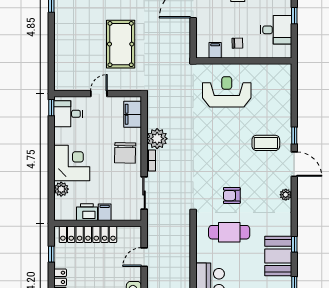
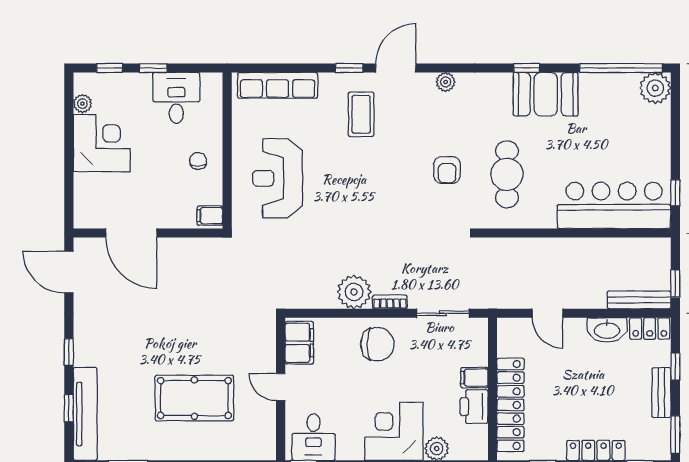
pool table: (121, 44) -> (194, 398), moved
filing cabinet: (215, 50) -> (210, 216), moved
row of seats: (284, 92) -> (278, 85), added
filing cabinet: (133, 114) -> (299, 343), moved, turned -90

